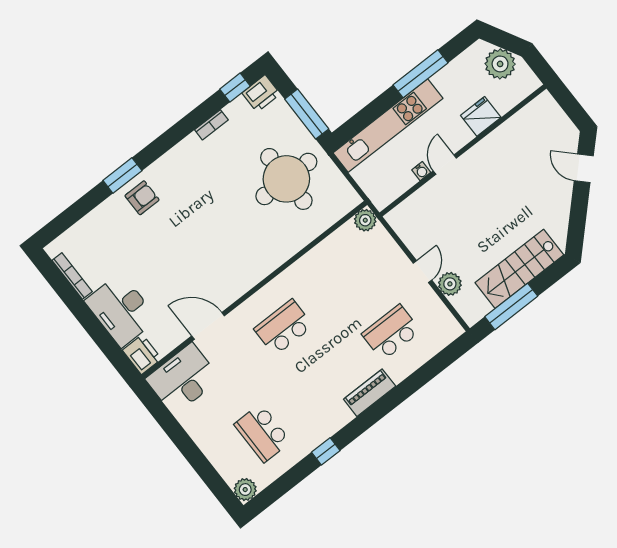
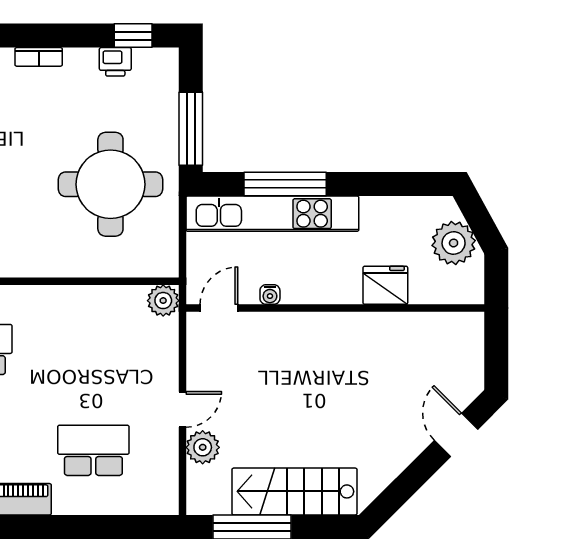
window: (421, 74) -> (285, 184), moved
printer: (261, 93) -> (115, 62), moved, width x0.73, depth x0.81
bookcase: (211, 125) -> (39, 57), moved
door: (445, 165) -> (219, 308), moved

